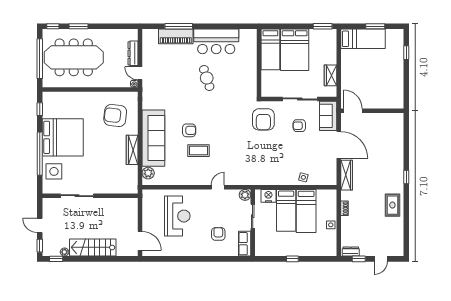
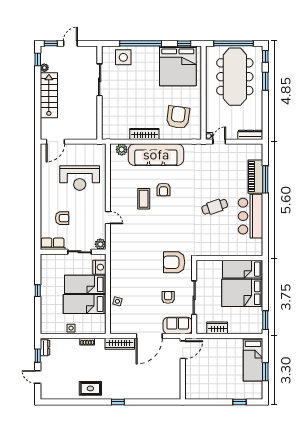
dresser: (133, 53) -> (250, 135), moved
bed: (63, 137) -> (178, 66), moved

